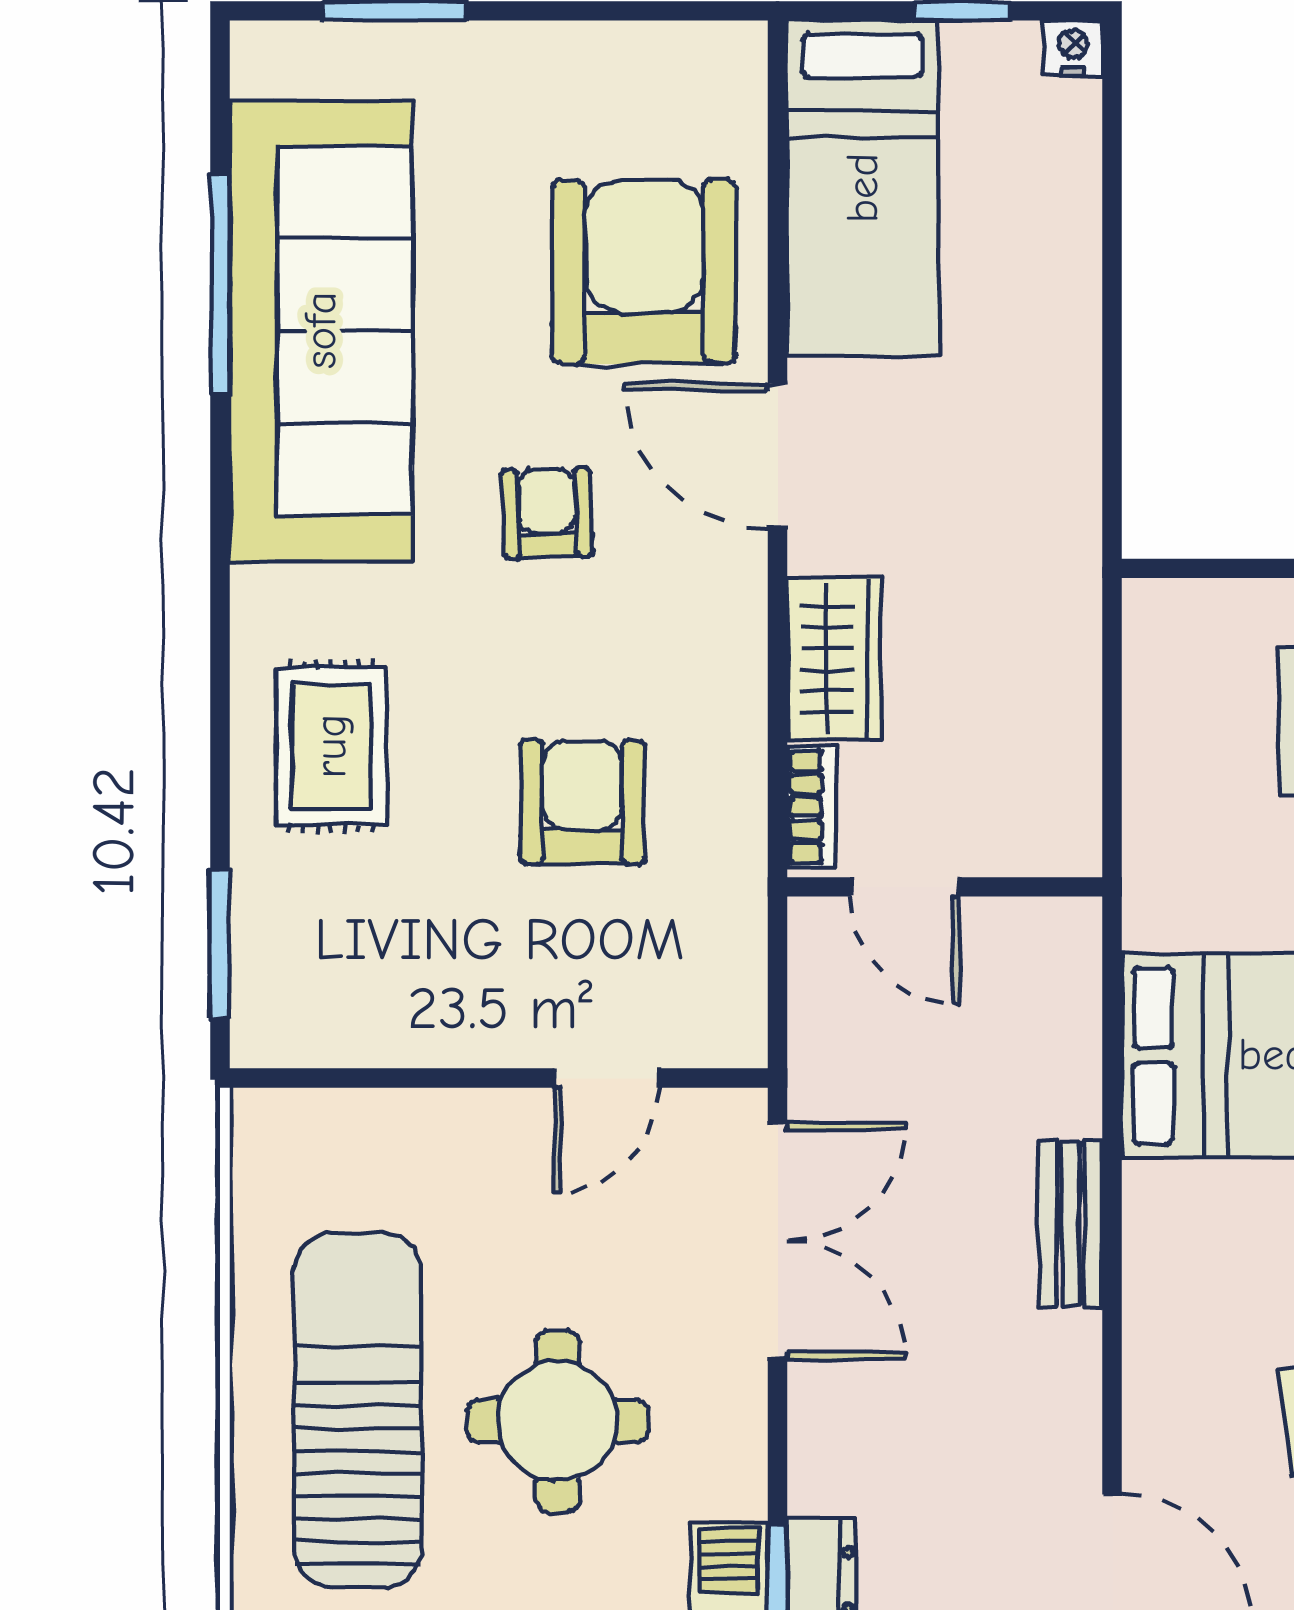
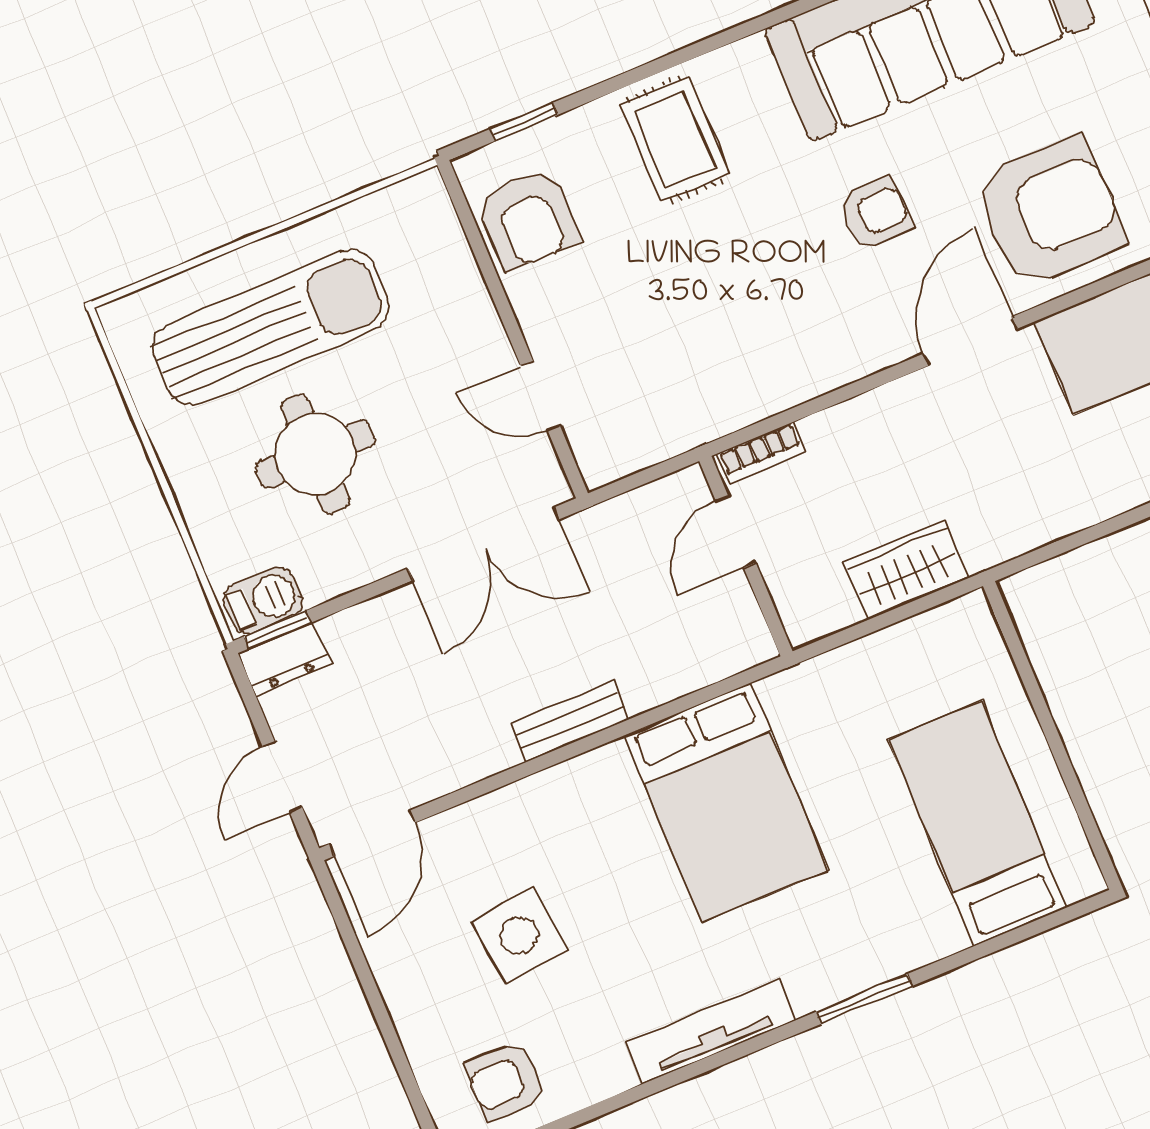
wardrobe: (834, 659) -> (906, 570), moved, turned 180
rug: (331, 746) -> (675, 140), turned 90
armchair: (582, 802) -> (528, 219), moved, turned 90
window: (220, 943) -> (524, 122), width x0.67

